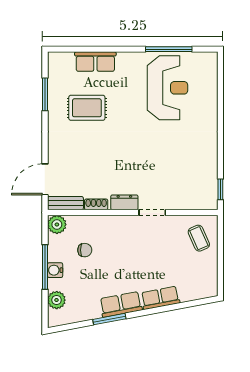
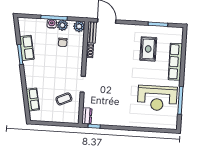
row of seats: (95, 62) -> (175, 62), width x1.48
dresser: (124, 202) -> (87, 116), moved
coffee table: (199, 238) -> (64, 99), moved
row of seats: (160, 298) -> (33, 99), moved
plant: (57, 300) -> (62, 25), moved
row of seats: (121, 304) -> (27, 48), moved

